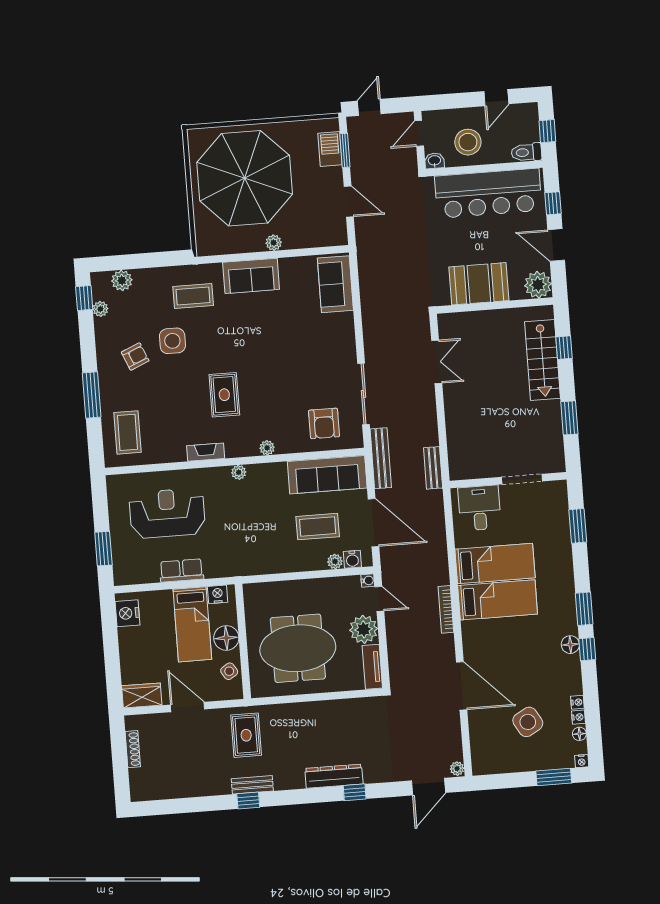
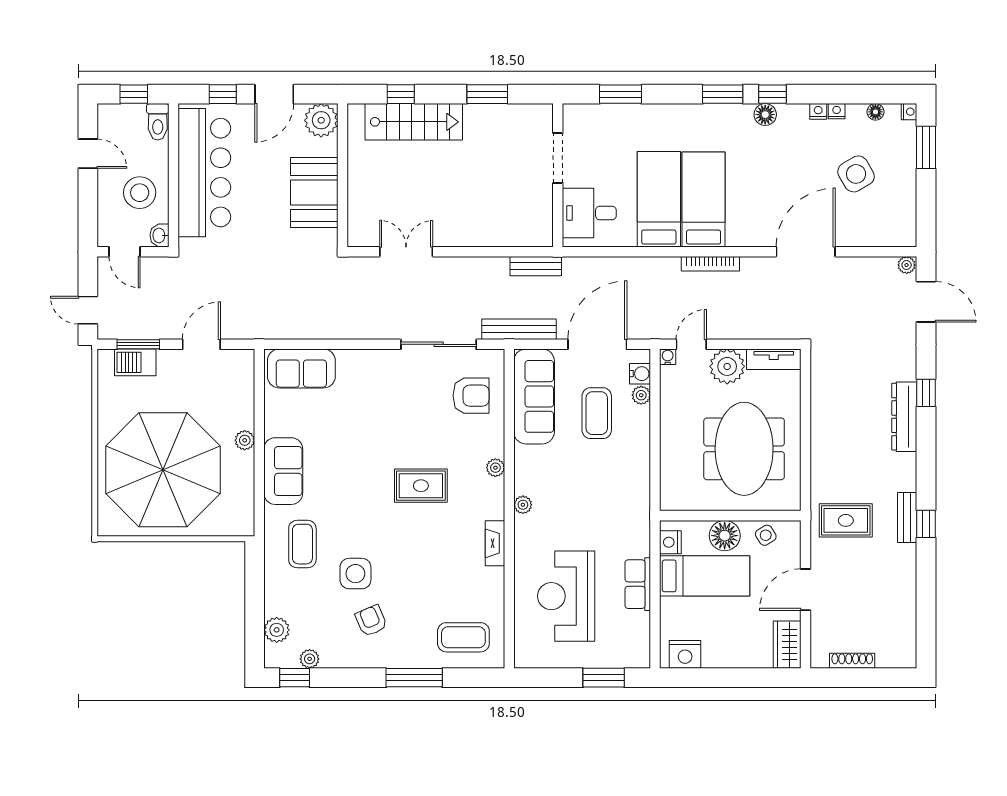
rug: (224, 395) -> (421, 486), moved
nightstand: (578, 717) -> (818, 111), moved

